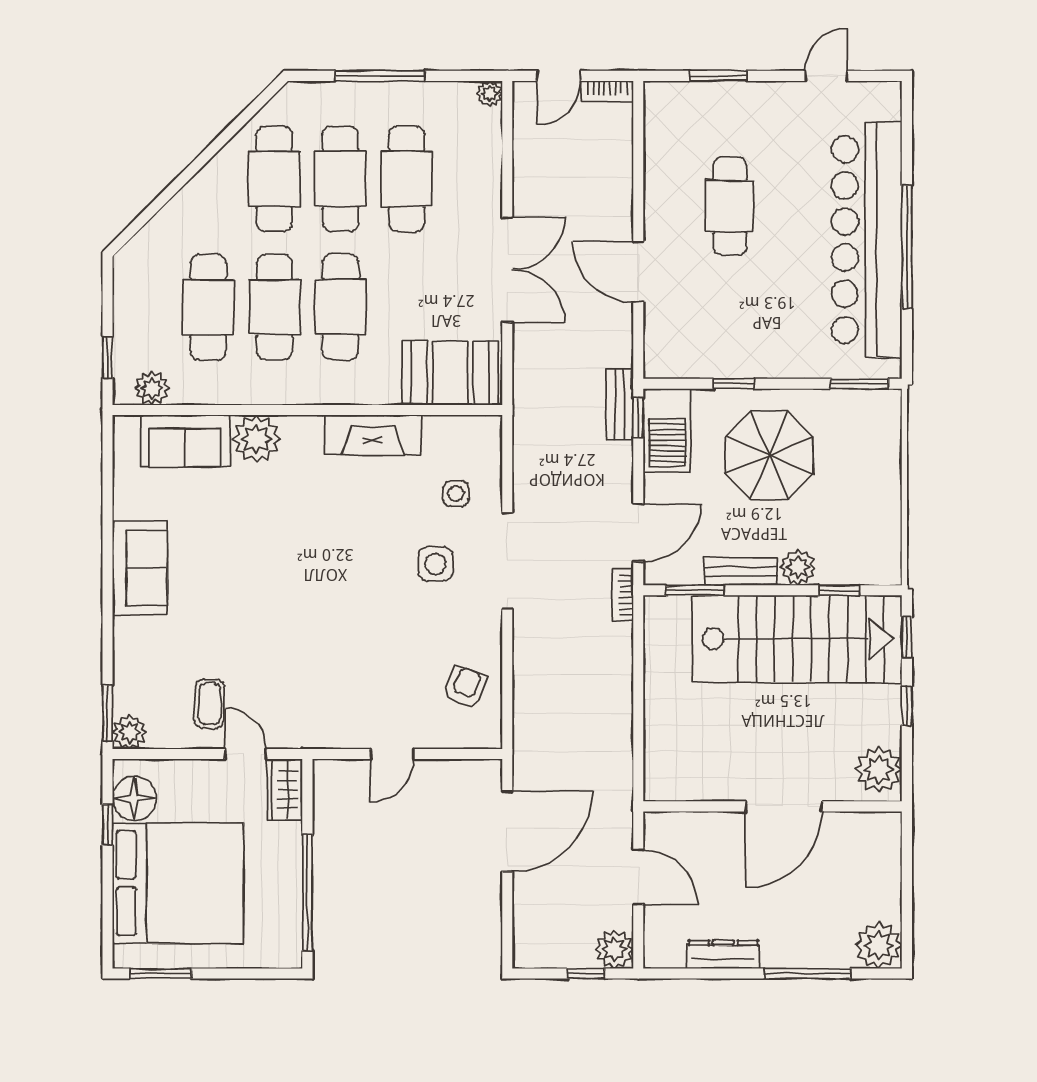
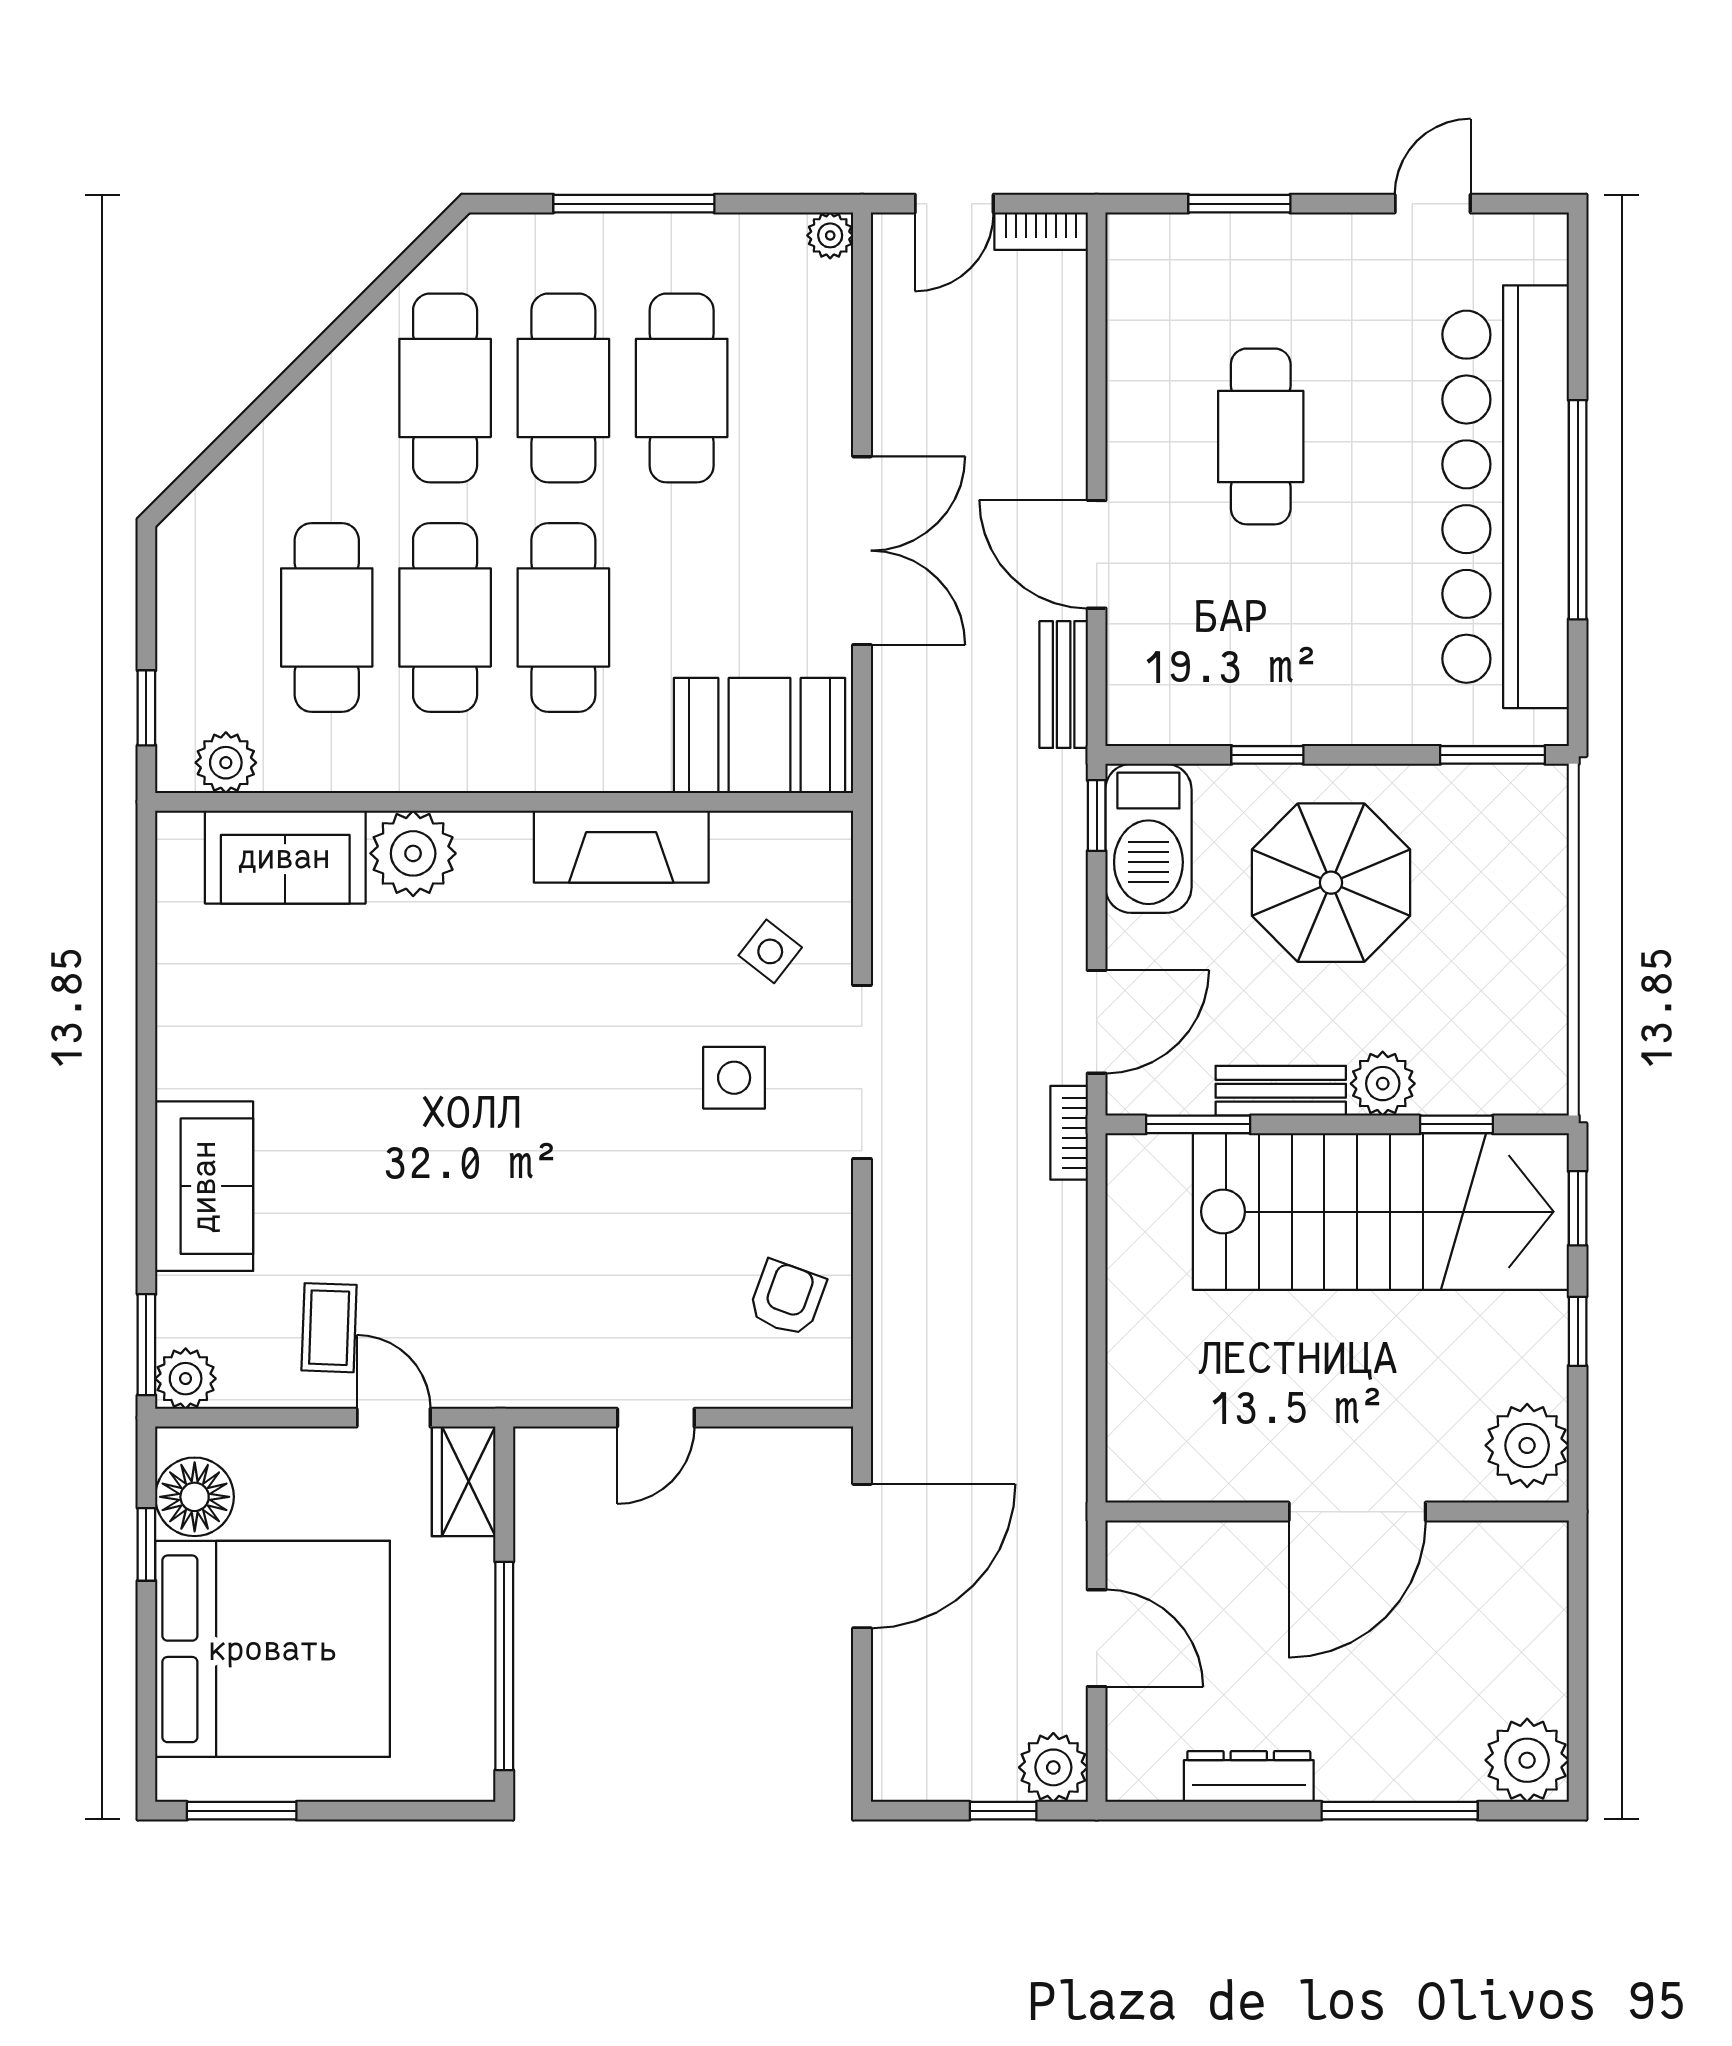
bench: (620, 405) -> (1064, 685), moved
side table: (456, 494) -> (770, 951), turned 38
sofa: (140, 568) -> (204, 1186), moved

